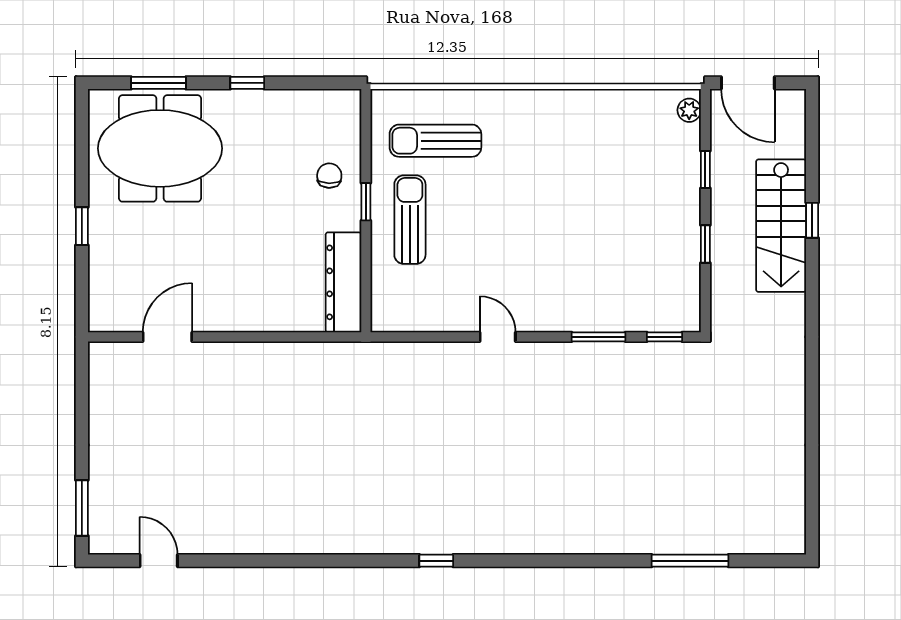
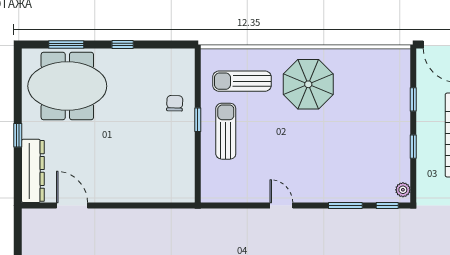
plant: (689, 110) -> (403, 190), moved
parasol: (540, 146) -> (308, 84), added
dresser: (343, 282) -> (33, 171), moved, turned 180
door: (167, 337) -> (72, 206), hinge flipped

